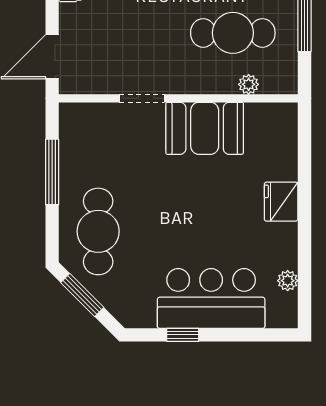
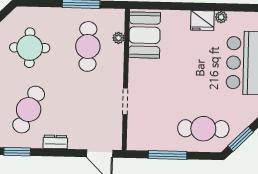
booth: (205, 128) -> (145, 35), moved
fridge: (281, 202) -> (202, 21), moved
plant: (288, 281) -> (221, 17), moved

